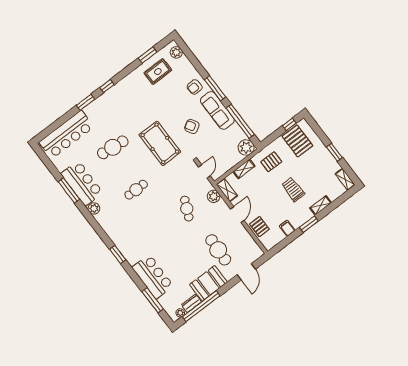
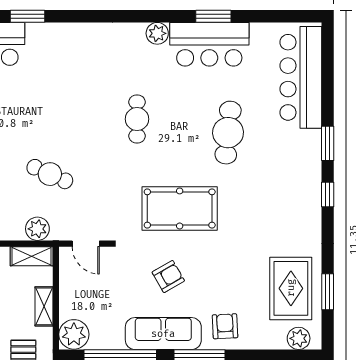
rug: (158, 72) -> (291, 288), width x1.36, depth x1.43
window: (69, 190) -> (213, 16), width x0.69
window: (118, 255) -> (28, 16), moved

